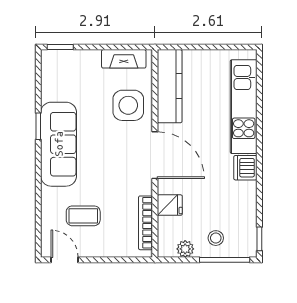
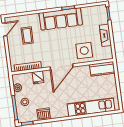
fireplace: (124, 59) -> (105, 35), moved
kitchen counter: (170, 86) -> (102, 69), width x0.67
dishwasher: (245, 168) -> (44, 114), moved

